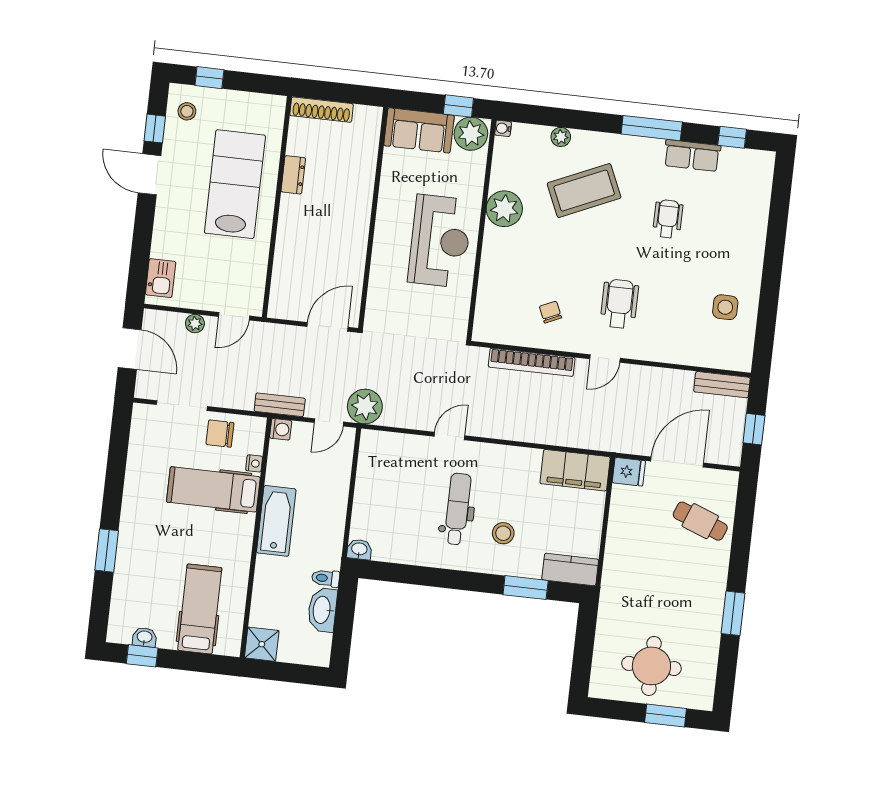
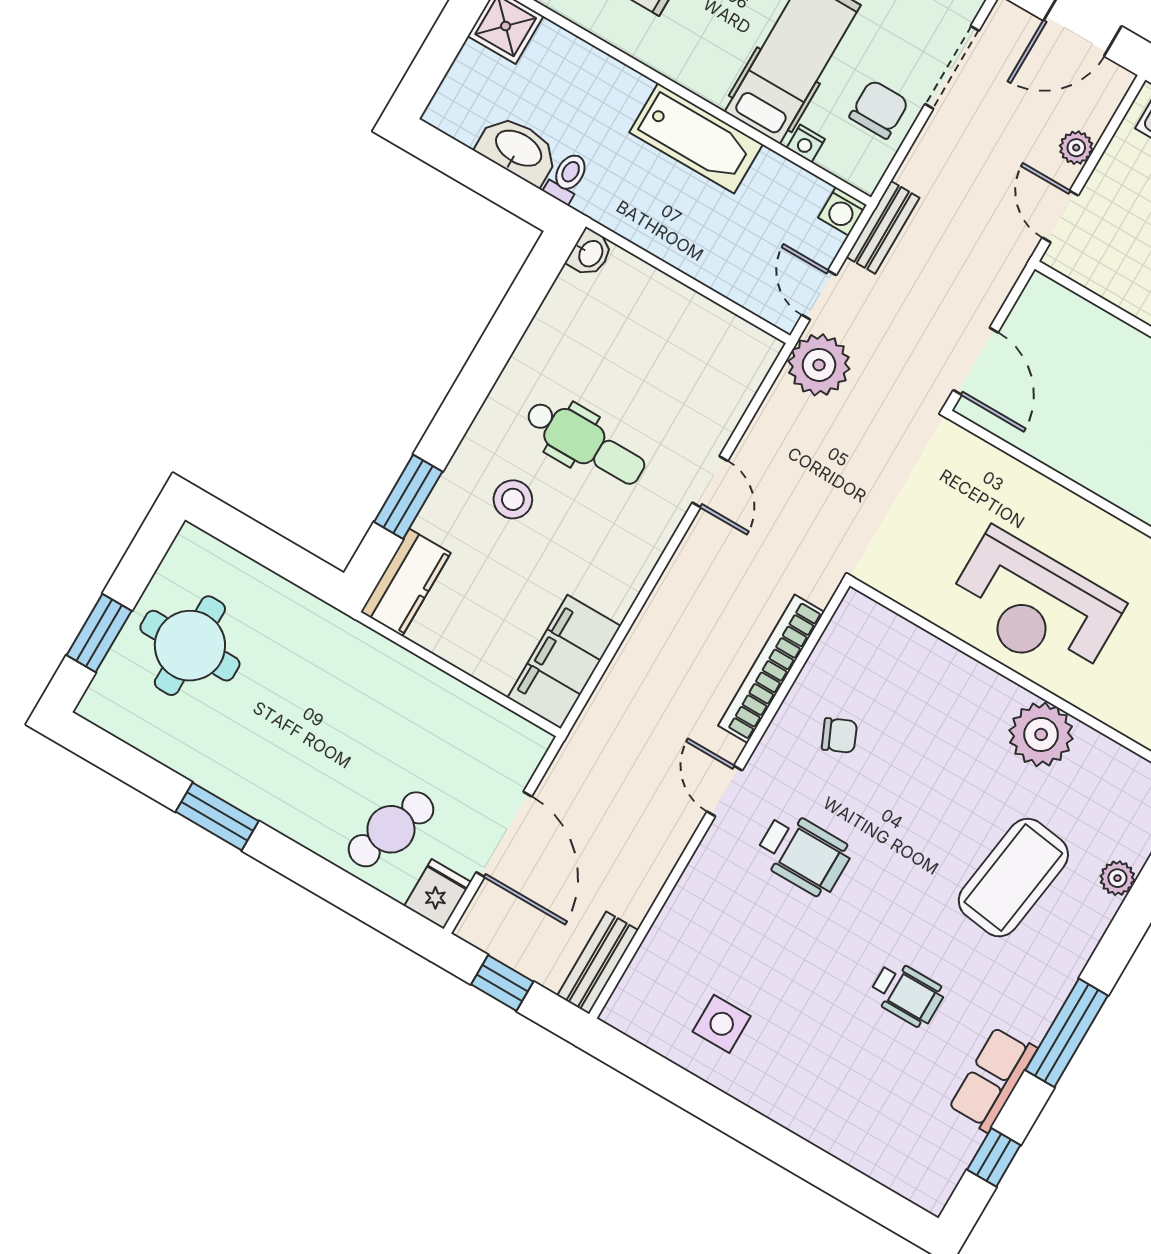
coffee table: (584, 191) -> (1013, 878), turned 32
fridge: (629, 472) -> (438, 894), moved, turned 180

